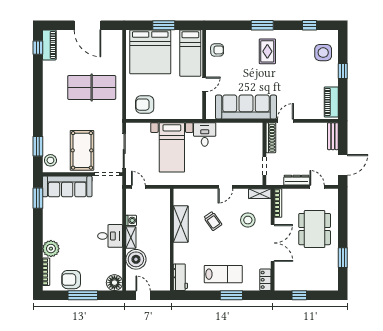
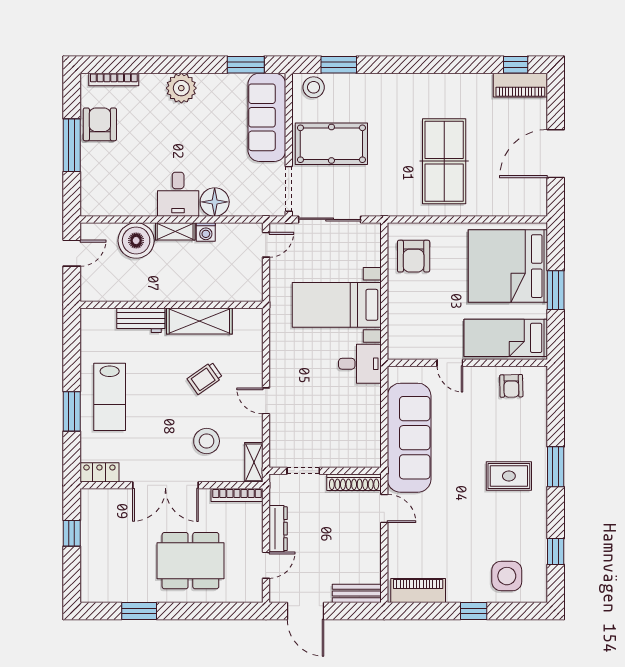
armchair: (145, 105) -> (414, 256), turned 180
plant: (51, 249) -> (181, 88), moved
workbench: (180, 277) -> (141, 320), moved
floor lamp: (114, 283) -> (215, 202), moved

